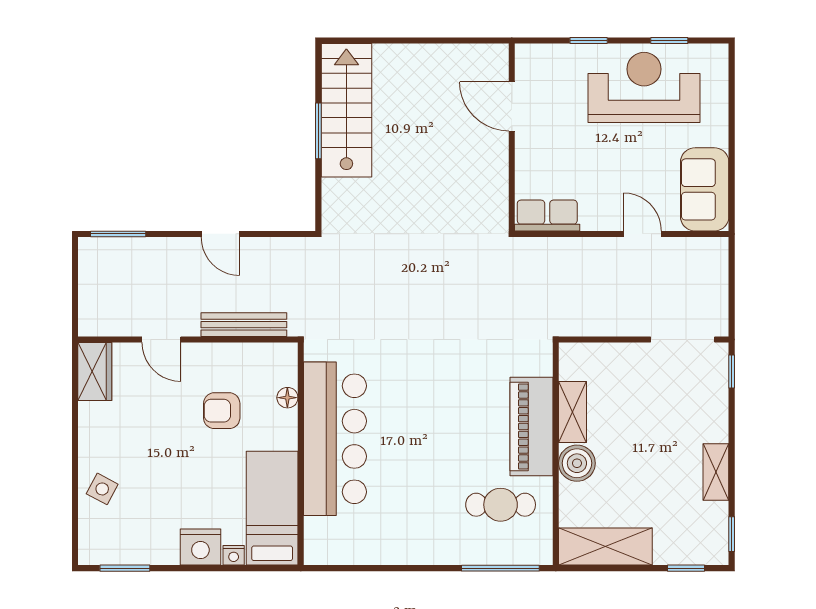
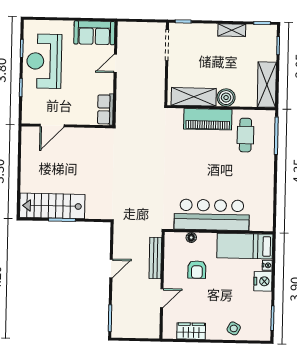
wardrobe: (95, 372) -> (191, 331), moved
shelving: (573, 412) -> (194, 97), width x1.50, depth x1.33

